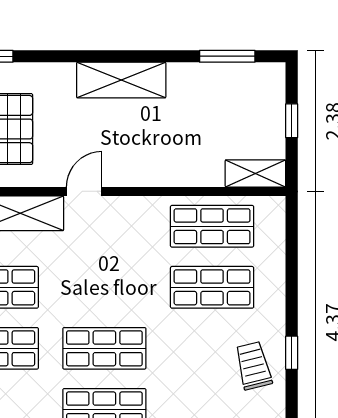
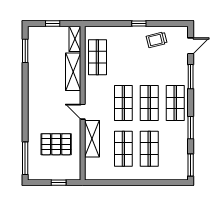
shelving: (121, 80) -> (73, 72), moved
shop shelf: (212, 287) -> (123, 103), moved
window: (292, 353) -> (139, 23), moved

